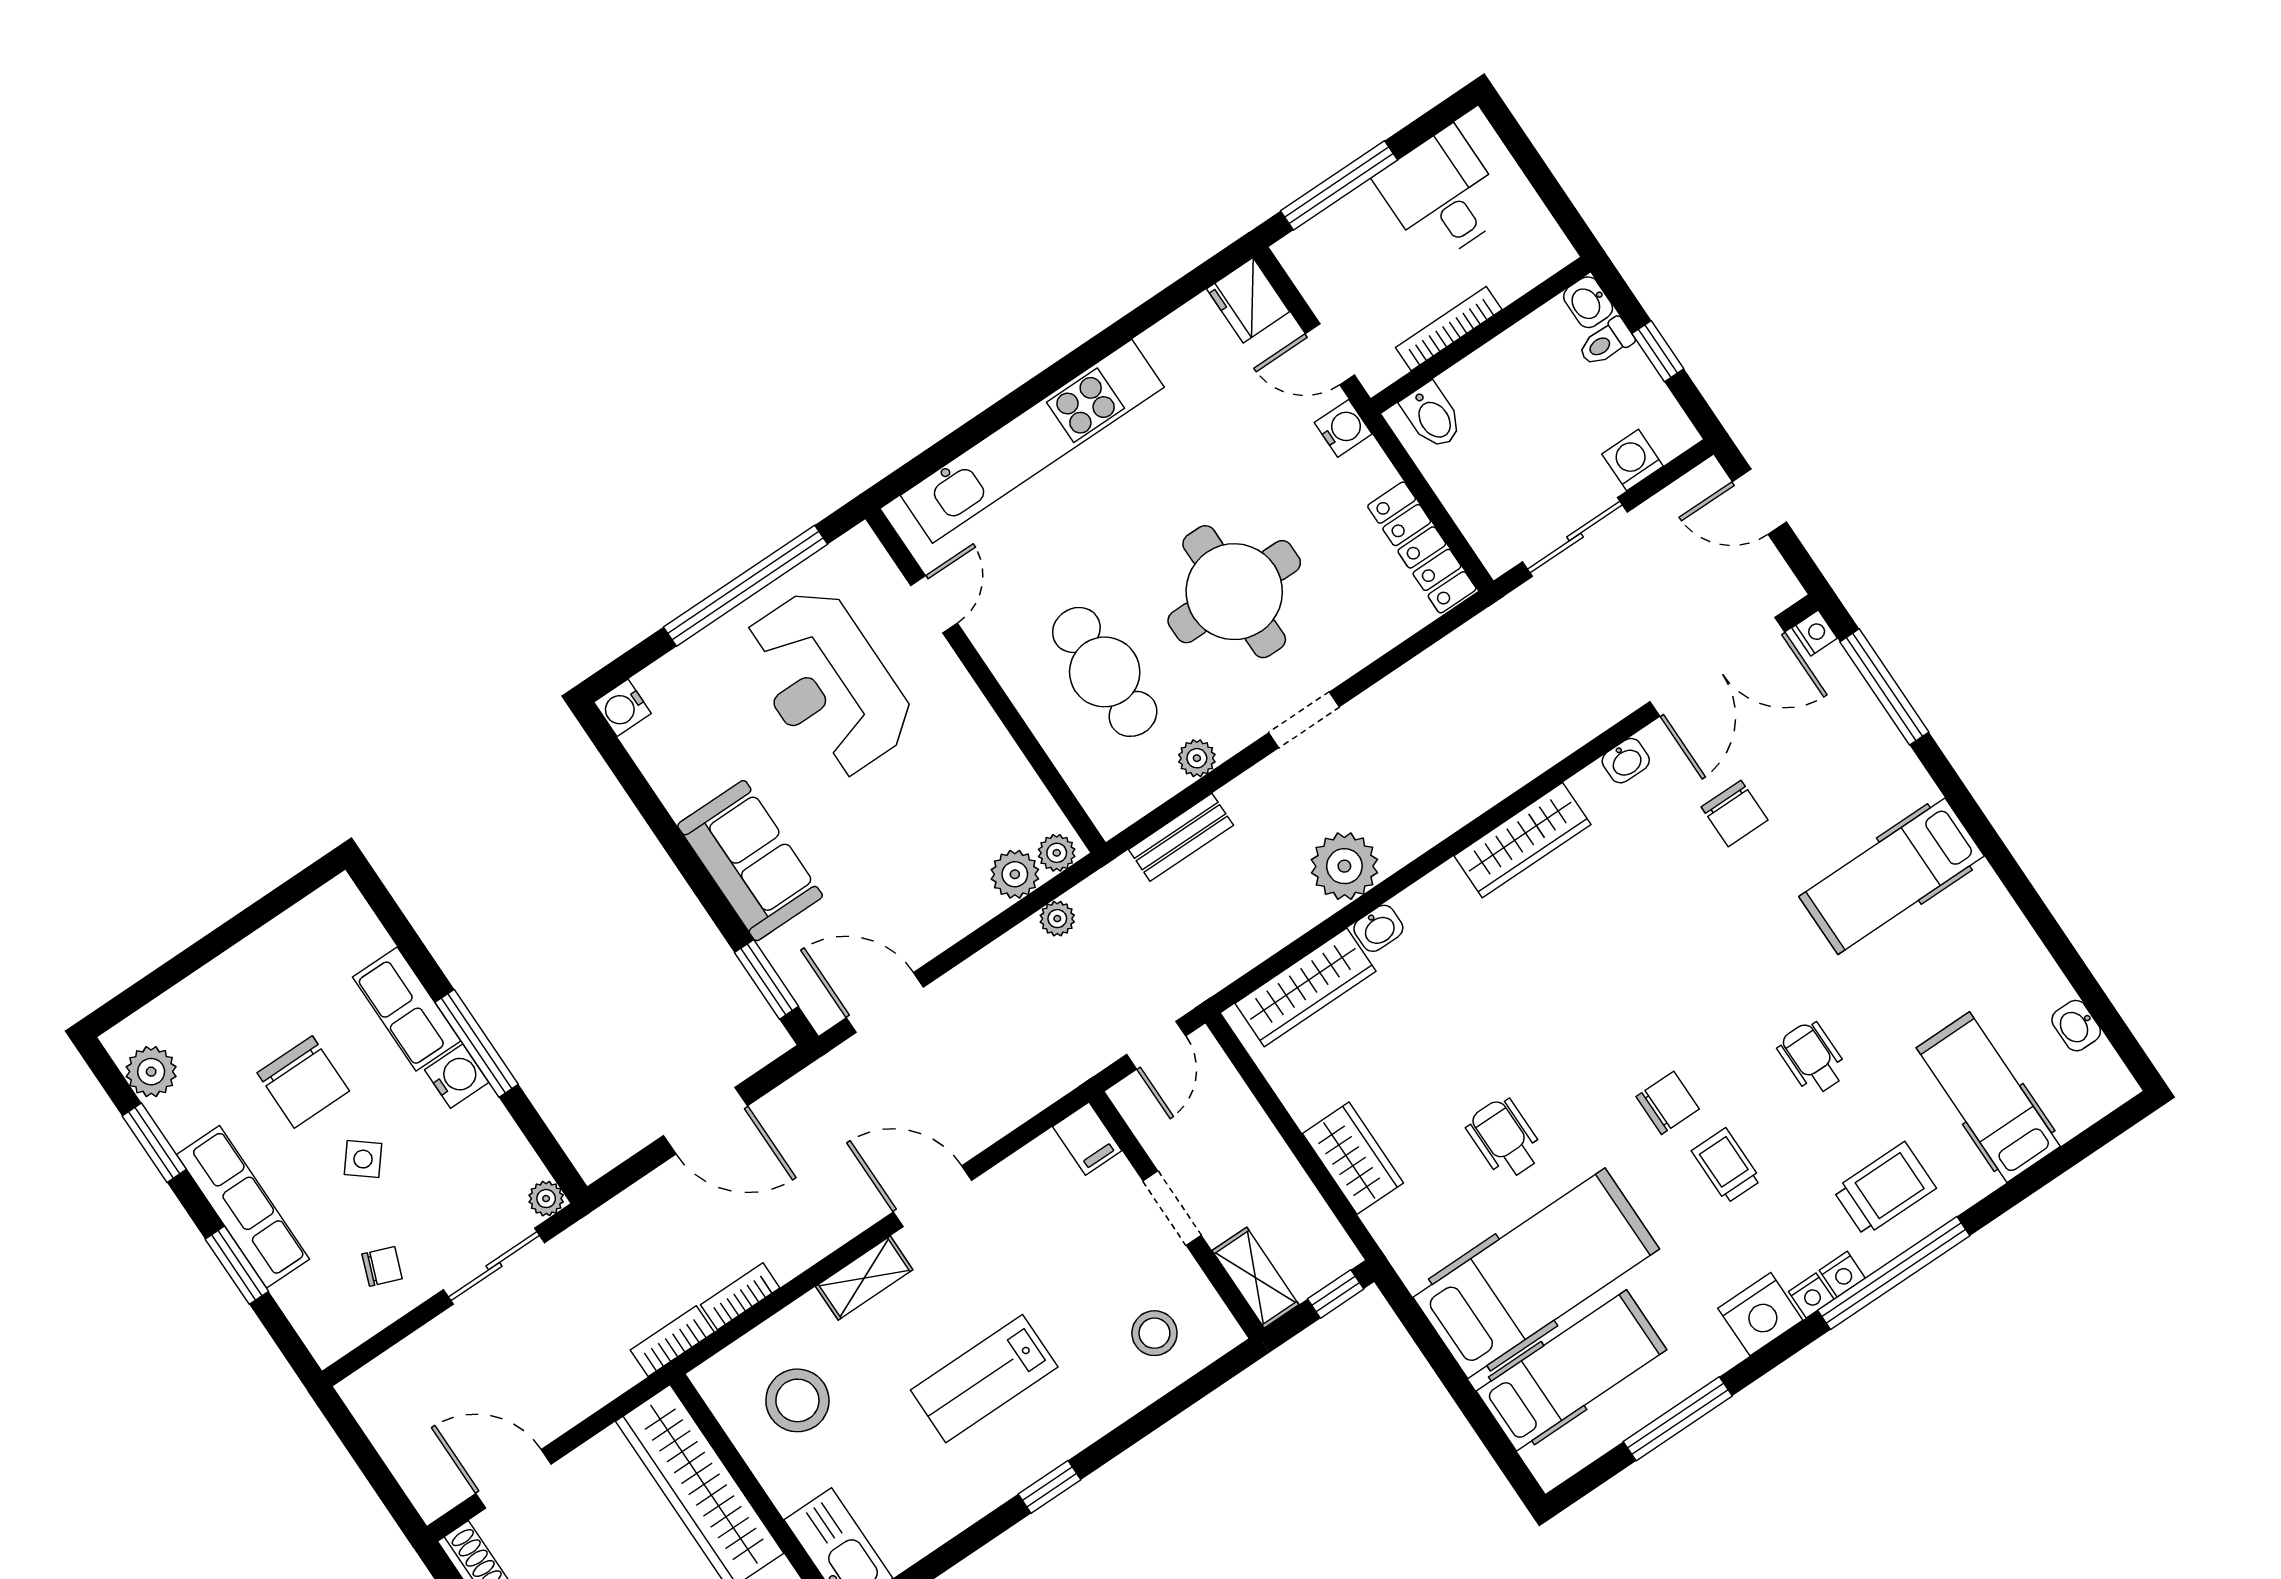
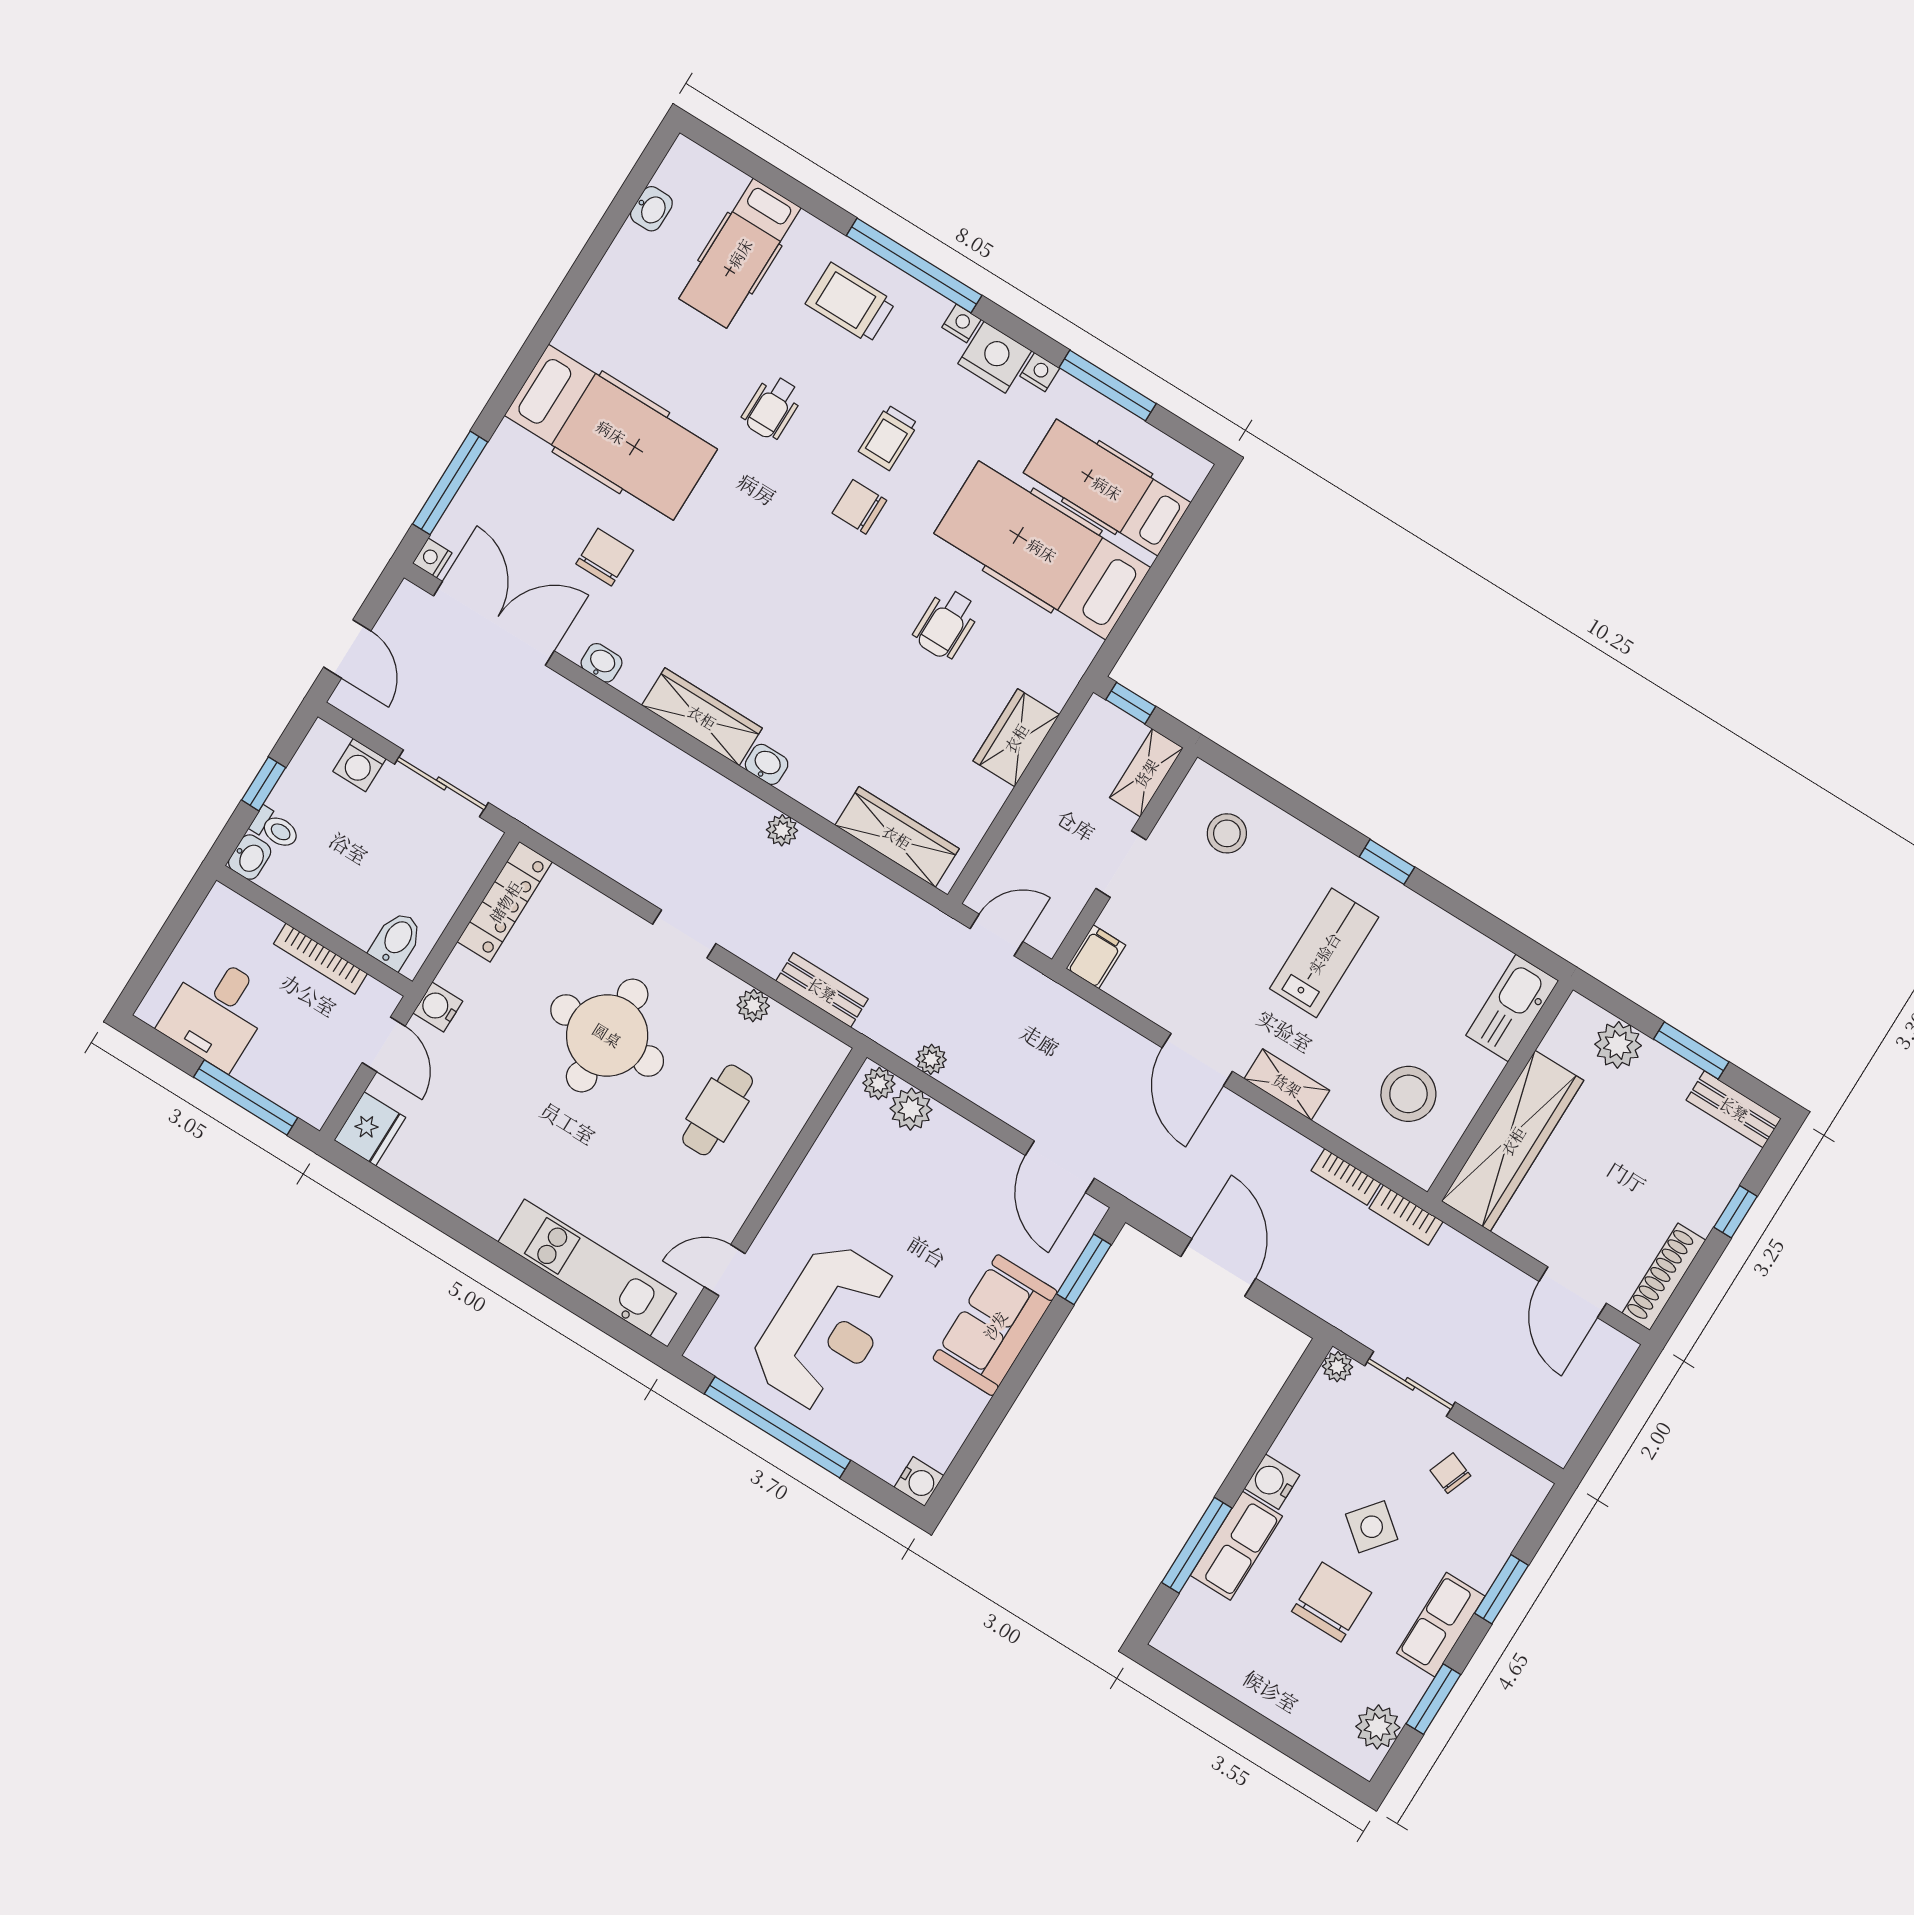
kitchen unit: (1032, 441) -> (587, 1268), width x0.73
cafe table: (1105, 672) -> (718, 1110), width x0.73, depth x0.74
plant: (1344, 866) -> (782, 830), width x0.53, depth x0.53
hospital bed: (1891, 876) -> (611, 432), width x1.37, depth x1.29
washbasin: (1378, 928) -> (767, 764), moved
window: (477, 1043) -> (1197, 1545), moved
side table: (363, 1159) -> (1372, 1527), width x1.37, depth x1.37
row of seats: (243, 1207) -> (1441, 1625), width x0.68
nightstand: (1842, 1274) -> (1040, 372), moved
lab bench: (984, 1379) -> (1324, 953), turned -90

